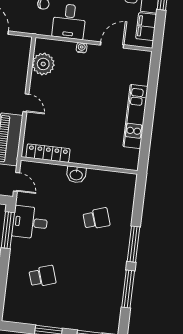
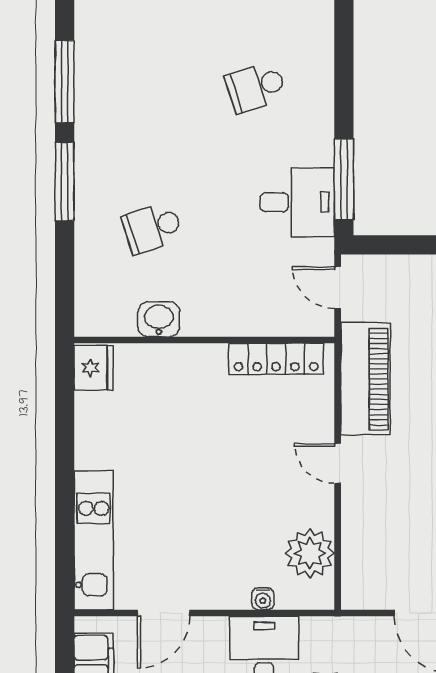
water cooler: (82, 48) -> (263, 599), moved
kitchen unit: (135, 116) -> (94, 540), moved
fridge: (130, 159) -> (94, 368), added
washbasin: (76, 175) -> (159, 319), moved

